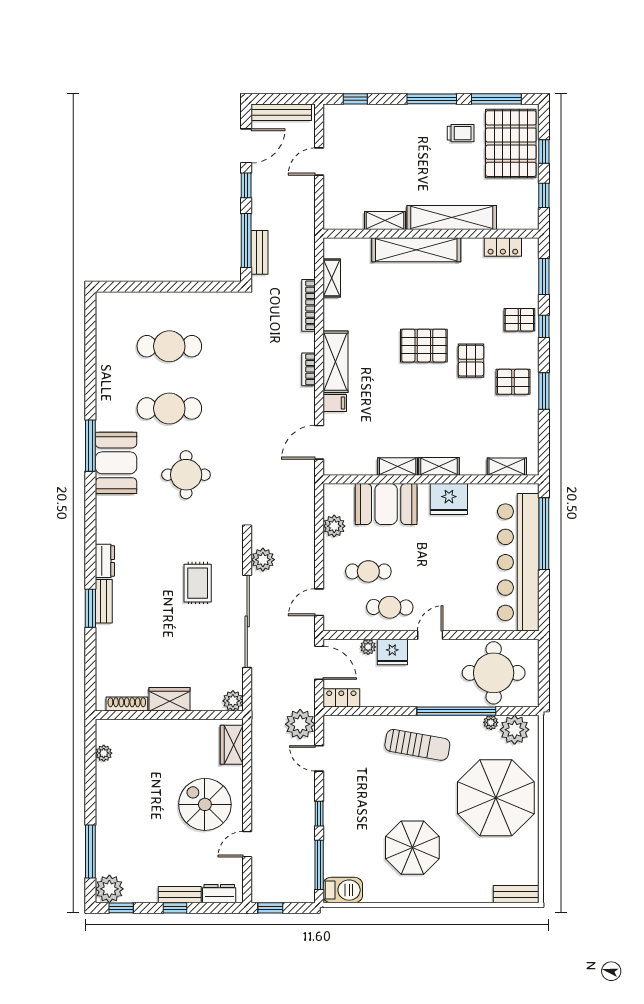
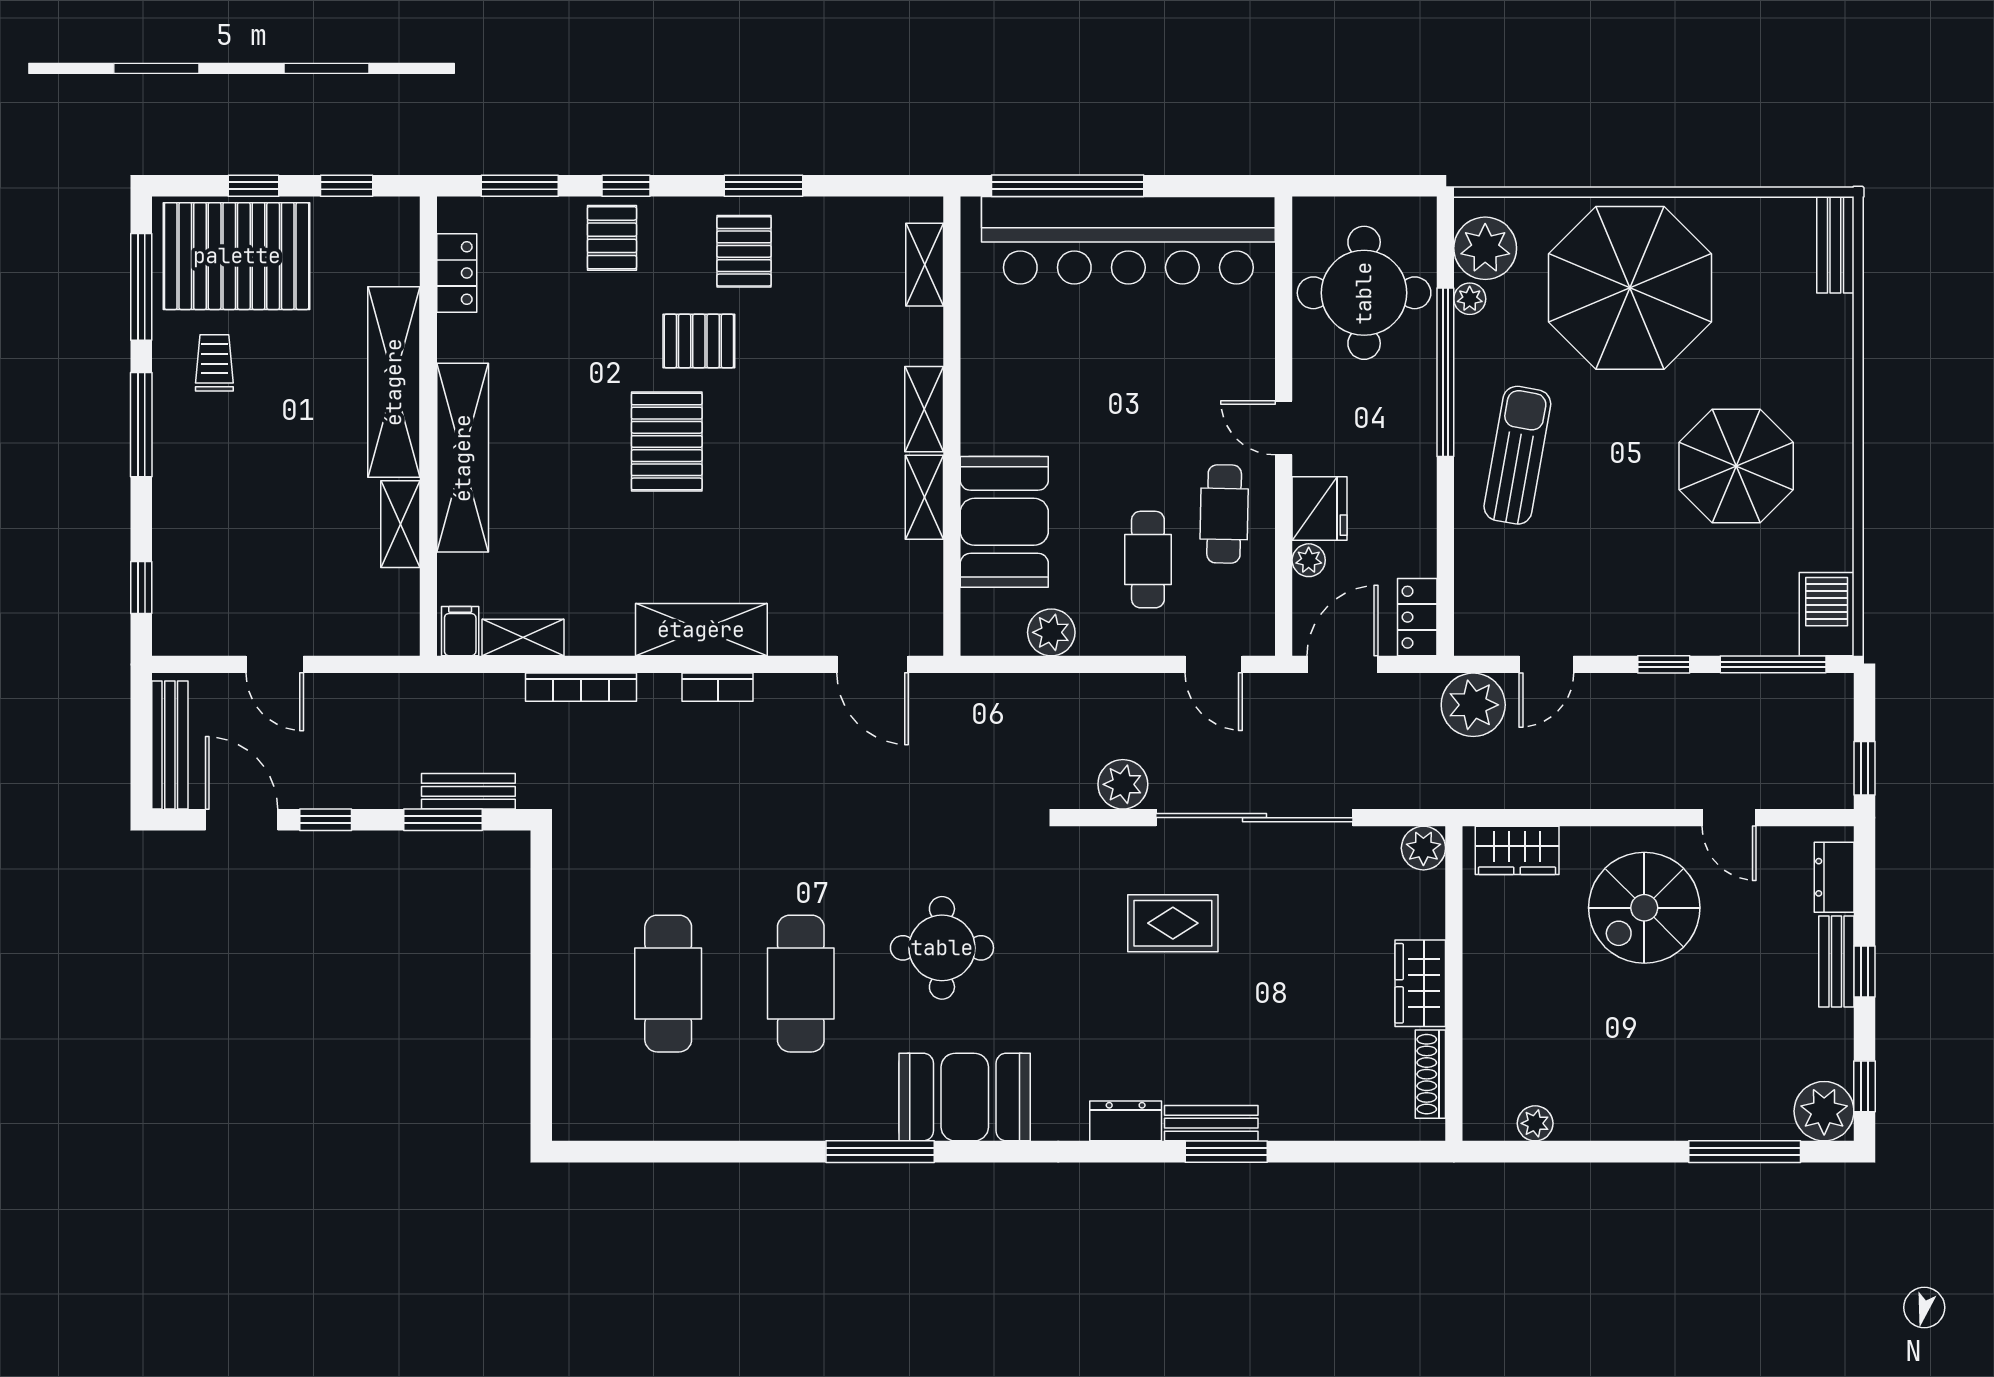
window: (246, 240) -> (443, 820), width x0.69
filing cabinet: (335, 403) -> (460, 631), moved
booth: (116, 463) -> (965, 1097), moved
fridge: (449, 499) -> (994, 388), removed

